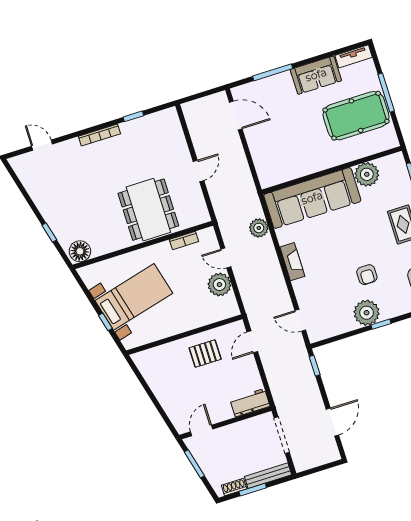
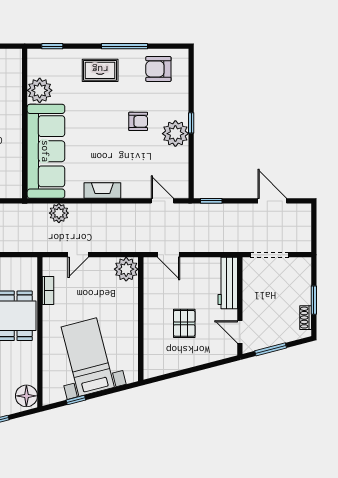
plant: (219, 285) -> (126, 269), moved
door: (300, 320) -> (162, 201), swing flipped
window: (105, 322) -> (76, 400), moved
pallet: (205, 354) -> (184, 323), moved
workbench: (250, 403) -> (228, 283), width x1.37
bench: (268, 476) -> (305, 281), removed

